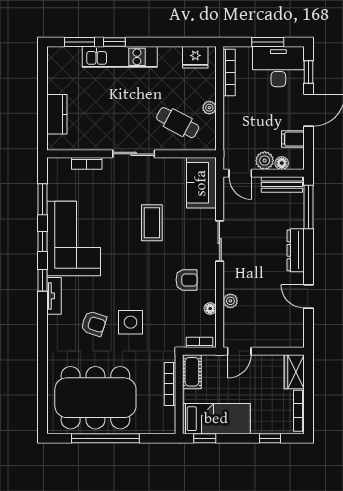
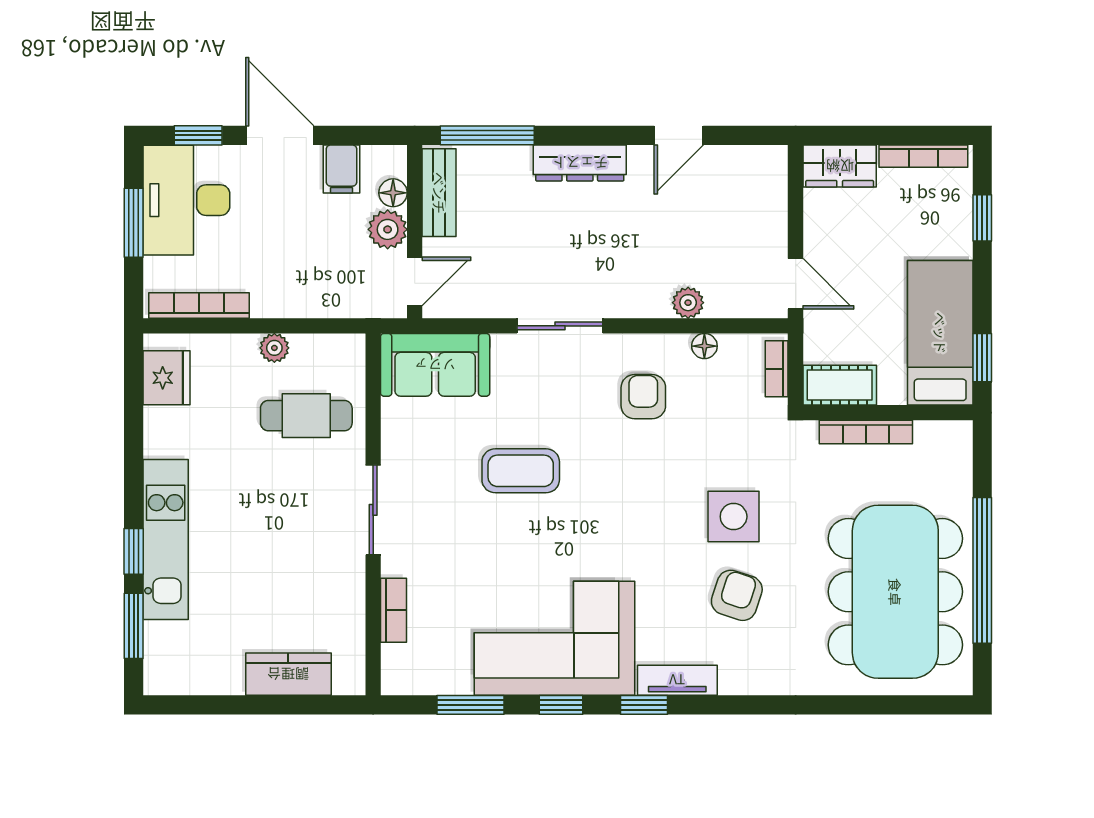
cafe table: (178, 123) -> (306, 416), turned 62

